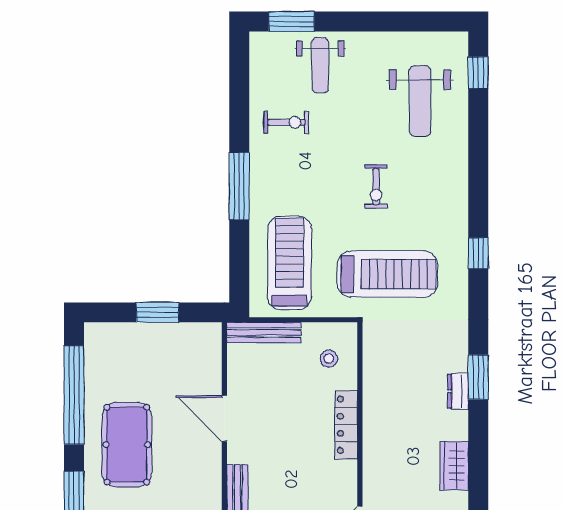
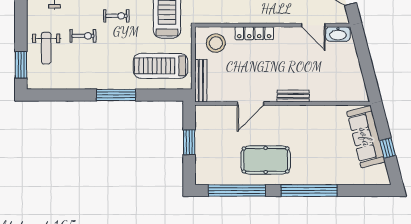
weight bench: (320, 65) -> (46, 48), turned 90
exercise bike: (286, 122) -> (83, 36), moved, turned 90
stool: (329, 359) -> (216, 43), width x1.89, depth x1.89

